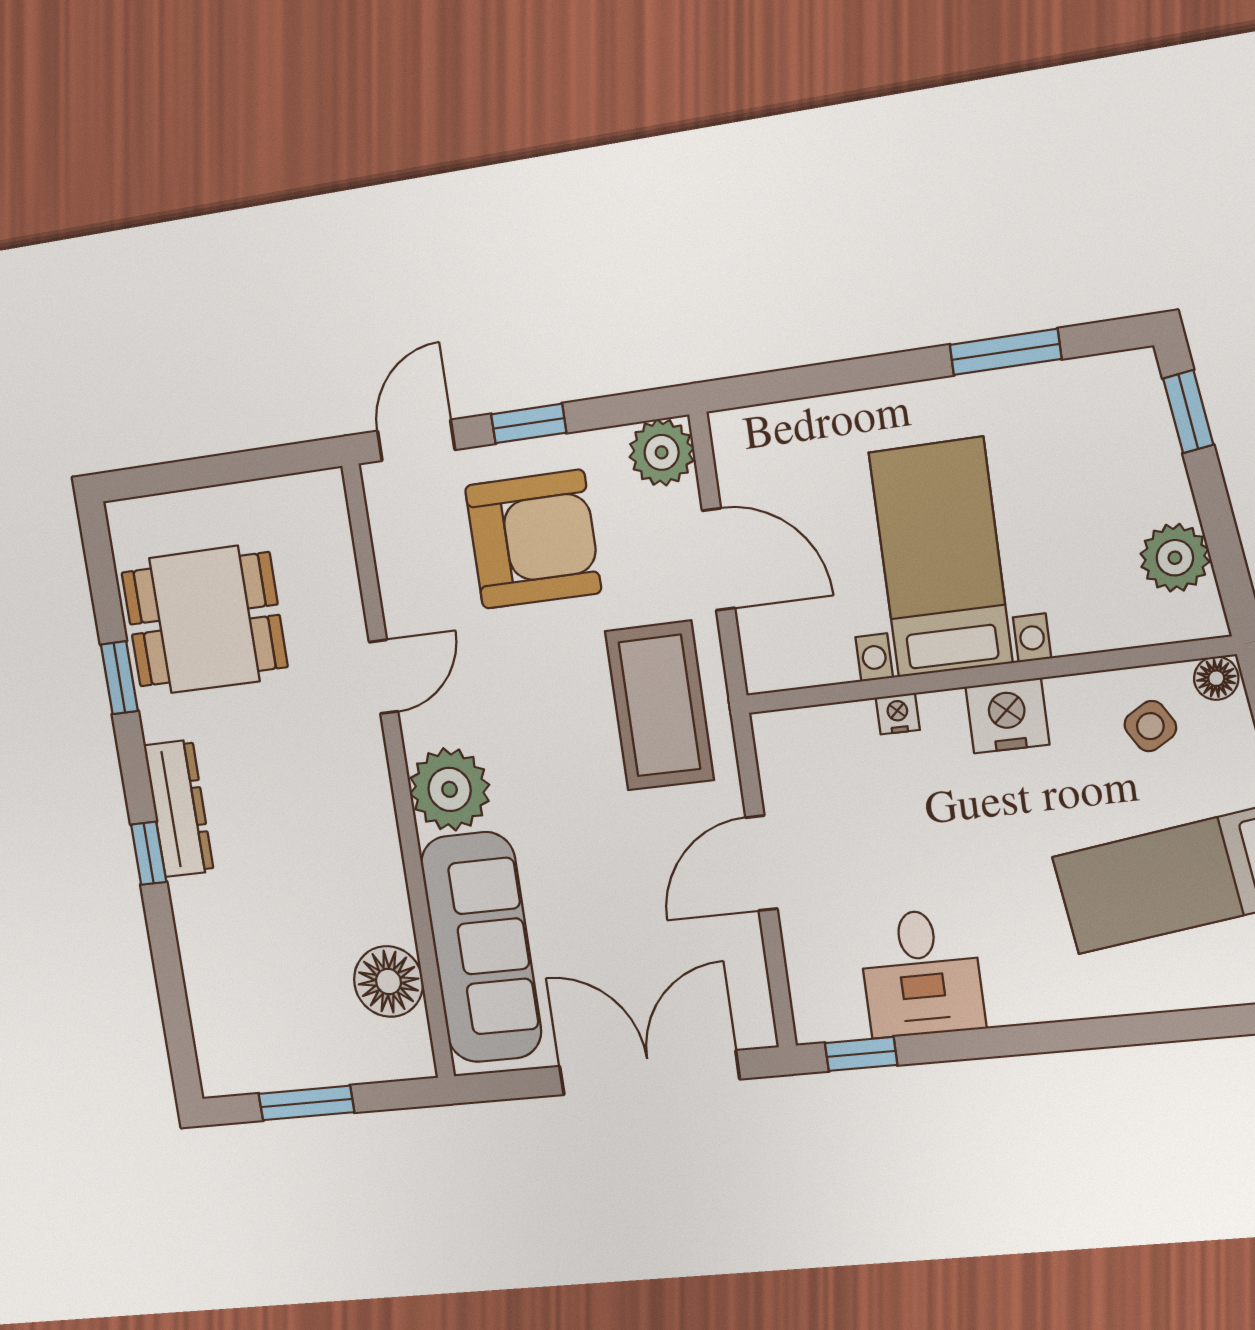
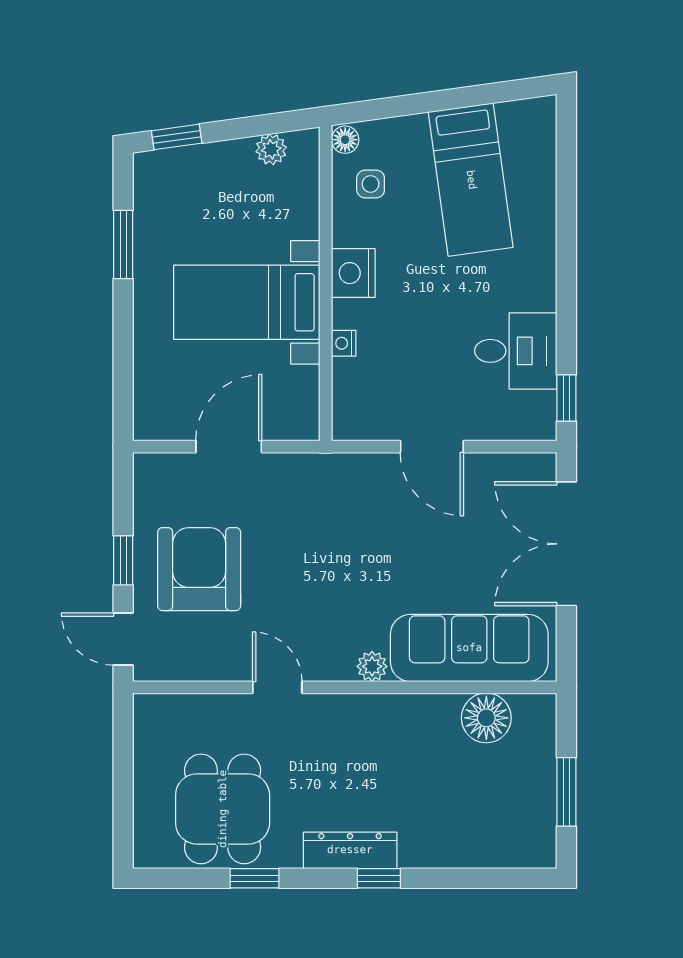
plant: (662, 452) -> (155, 474), removed
plant: (1175, 558) -> (271, 149), width x0.73, depth x0.73
coffee table: (659, 706) -> (319, 500), removed
side table: (1150, 726) -> (371, 184), turned 31
plant: (450, 789) -> (372, 666), width x0.53, depth x0.53

